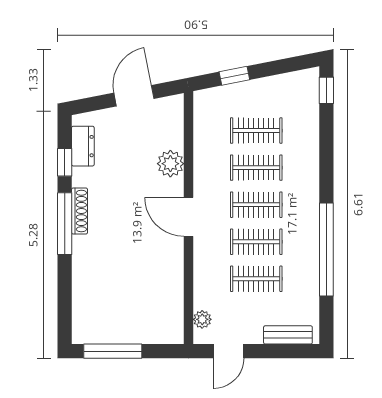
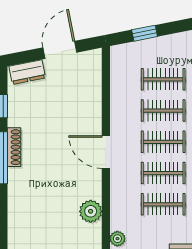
dresser: (83, 146) -> (27, 72), moved, turned 79
plant: (170, 164) -> (91, 211), moved

